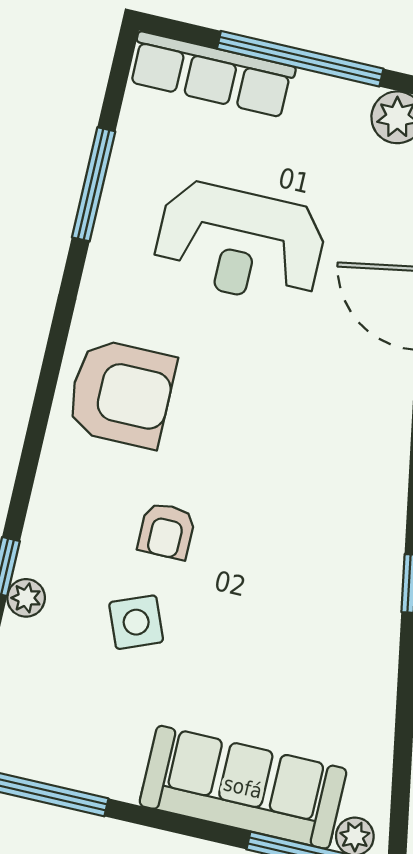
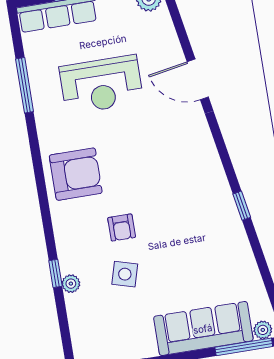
side table: (136, 622) -> (125, 274), turned 38

